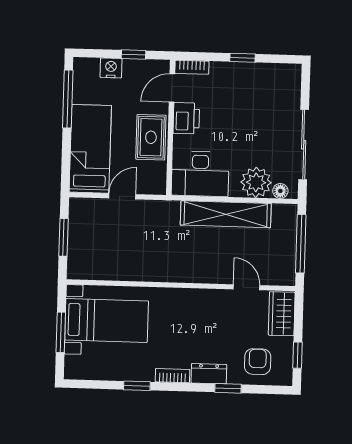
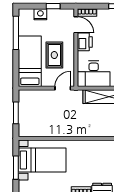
door: (172, 88) -> (76, 25), swing flipped
rug: (151, 137) -> (54, 55), moved
door: (122, 196) -> (63, 88), moved

